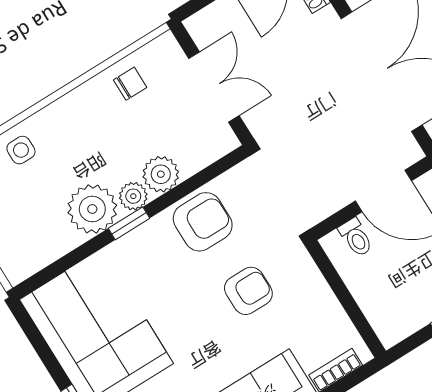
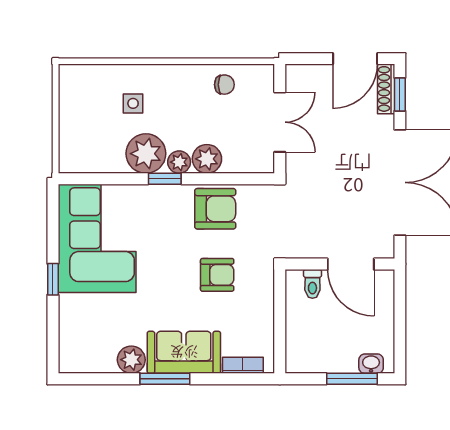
side table: (21, 150) -> (133, 103), moved

